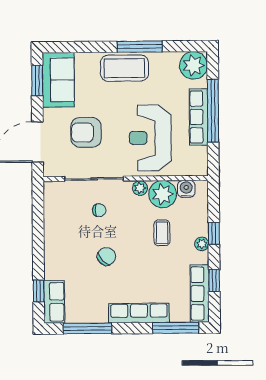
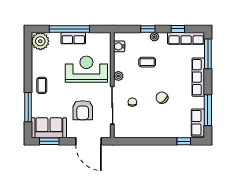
window: (140, 47) -> (28, 107), moved
coffee table: (124, 68) -> (42, 85), width x0.54, depth x0.58
row of seats: (199, 117) -> (73, 38), width x0.68
reception desk: (150, 138) -> (86, 69), turned 180
plant: (163, 194) -> (122, 62), removed
row of seats: (54, 302) -> (198, 123), moved, turned -90

